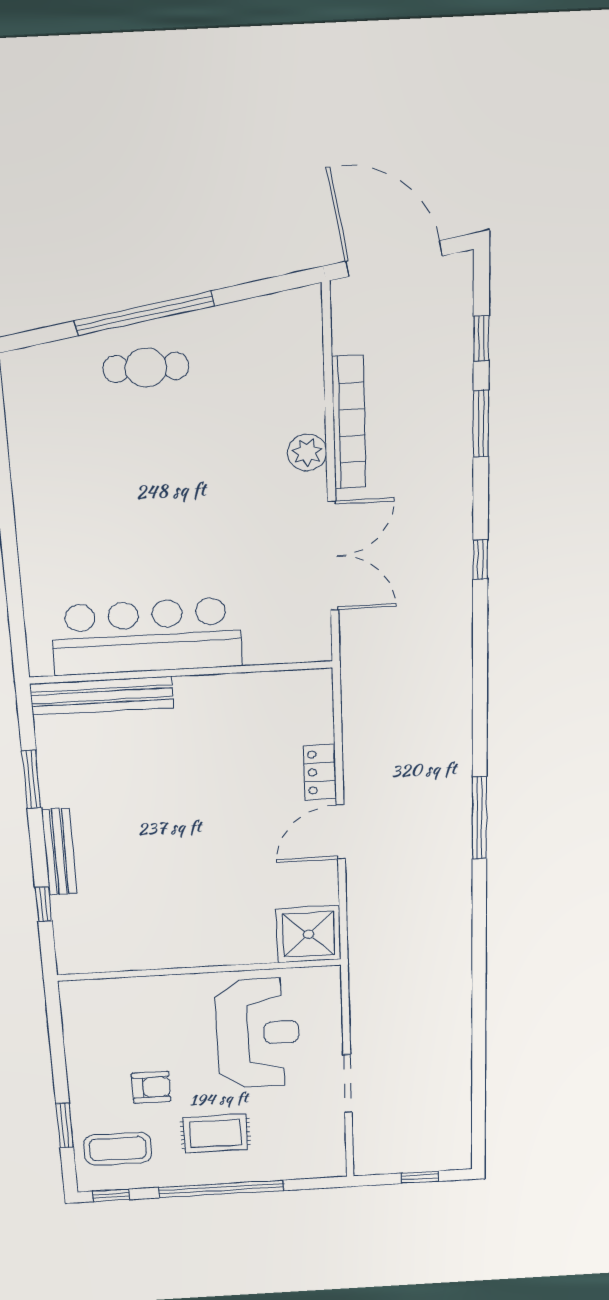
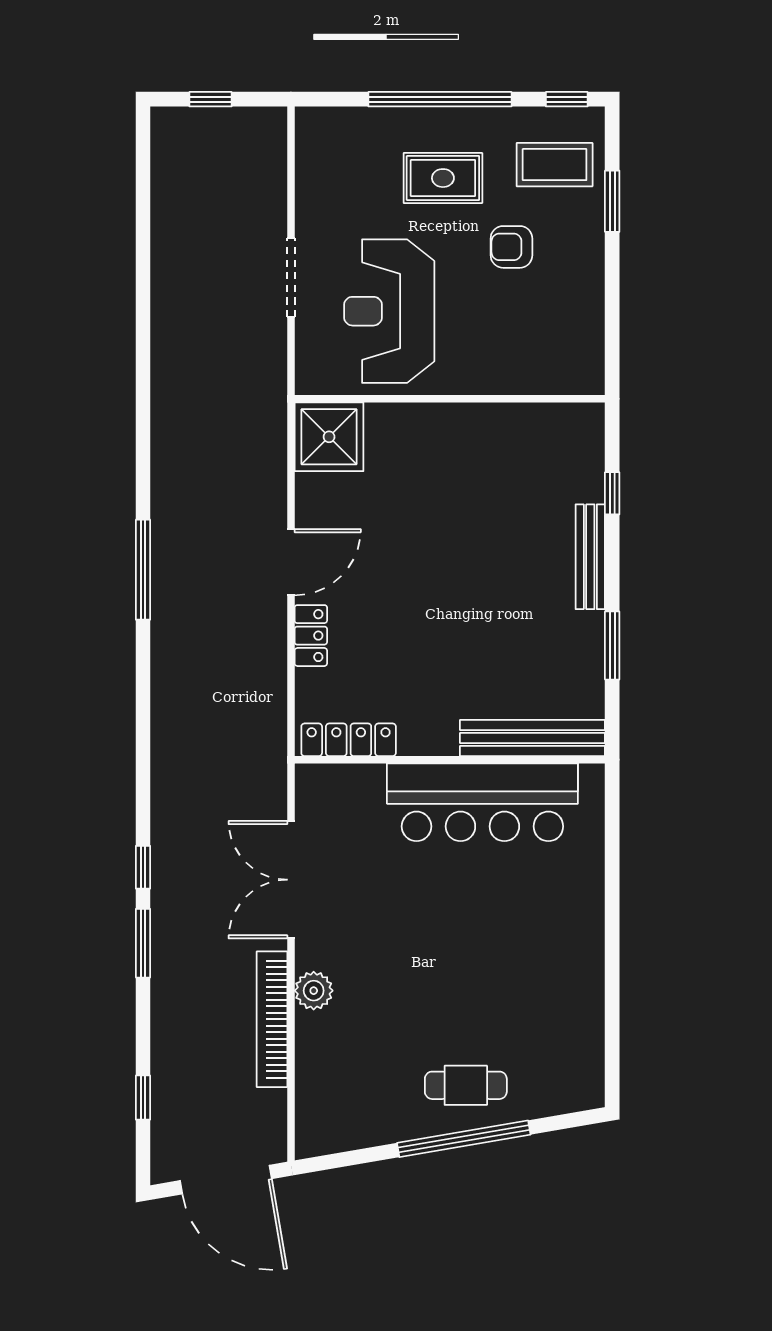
window: (481, 424) -> (143, 943), moved
locker: (281, 685) -> (349, 740), added
doorway: (348, 1084) -> (291, 278), moved

